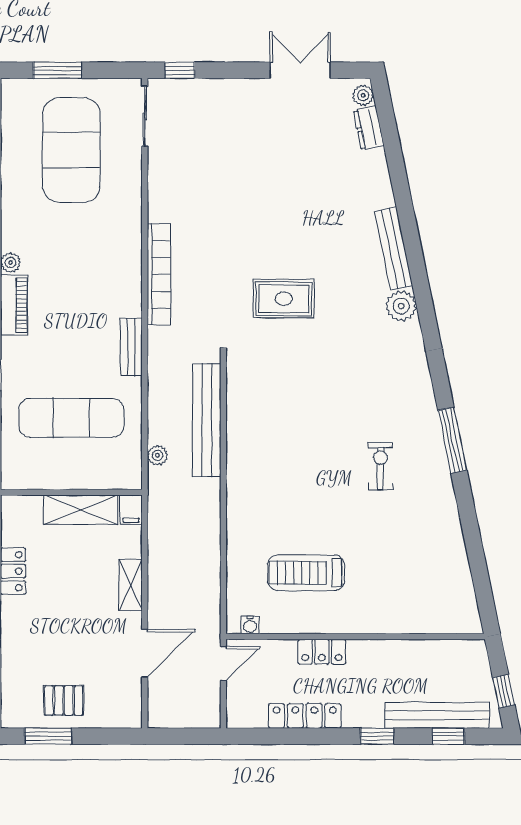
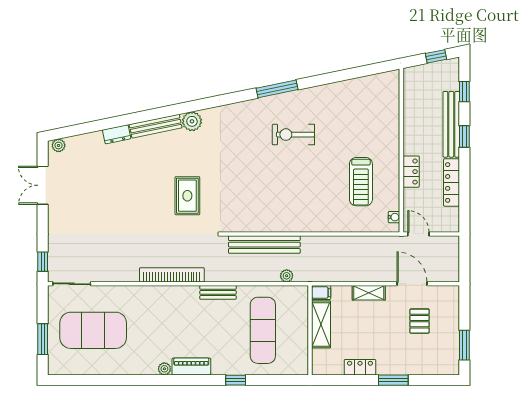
dresser: (369, 128) -> (117, 134), moved
exercise bike: (380, 466) -> (293, 135), width x1.38, depth x1.39
pallet: (64, 700) -> (420, 321), moved
bench: (437, 715) -> (451, 124), moved

